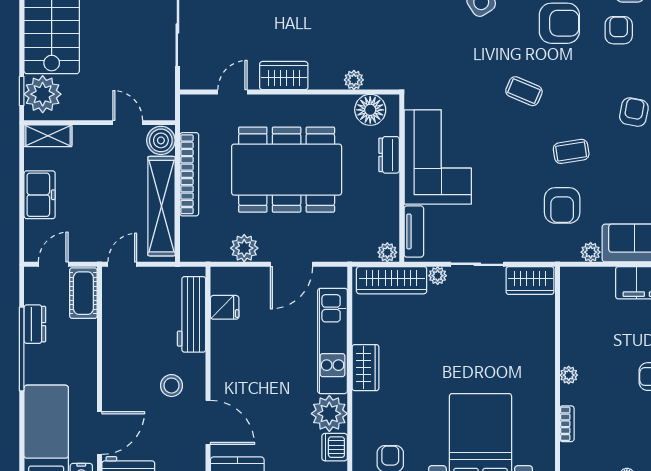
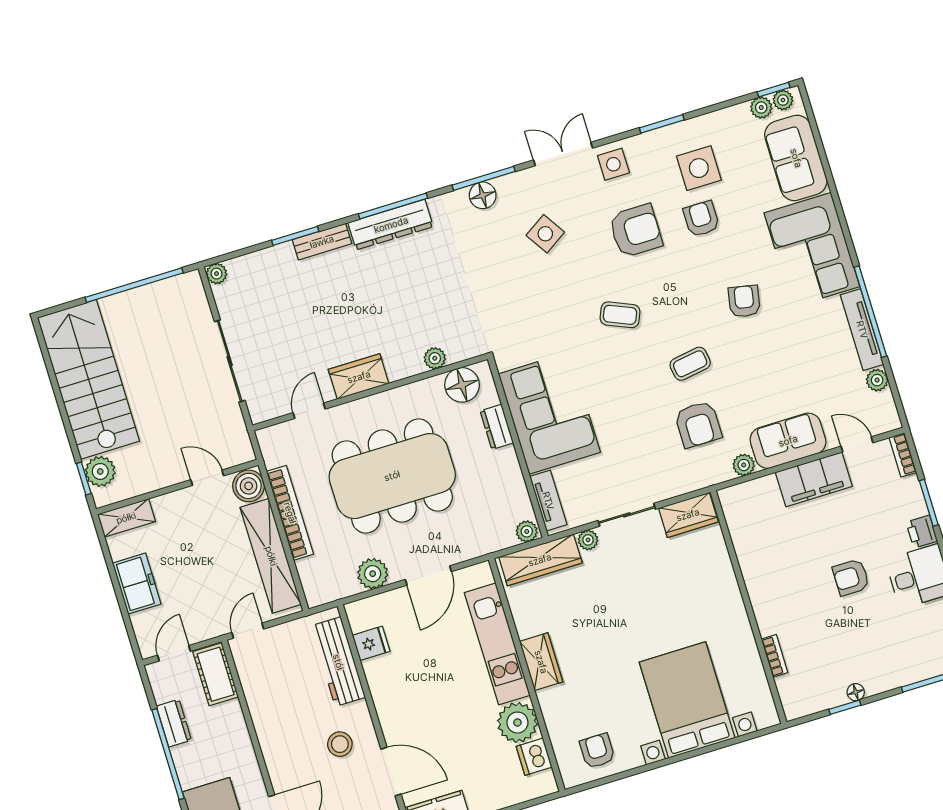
plant: (43, 94) -> (100, 471), width x0.73, depth x0.73
plant: (569, 375) -> (761, 603), removed

